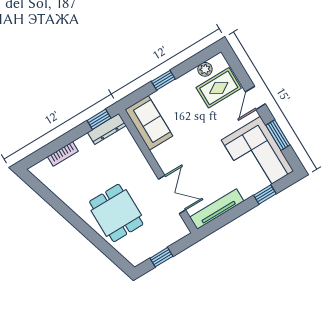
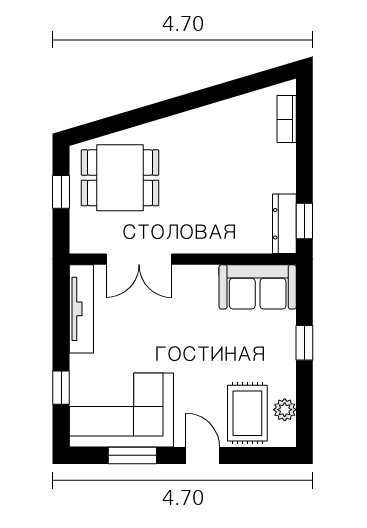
bookcase: (63, 154) -> (287, 119), moved
dining table: (116, 213) -> (120, 178), moved

